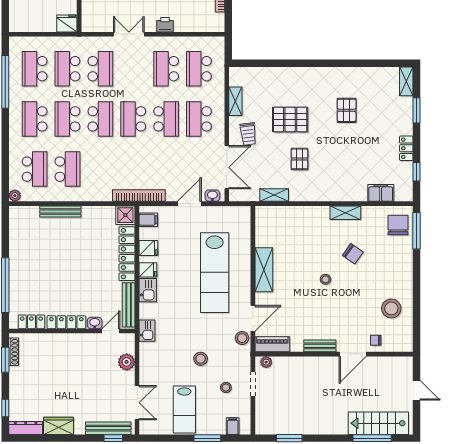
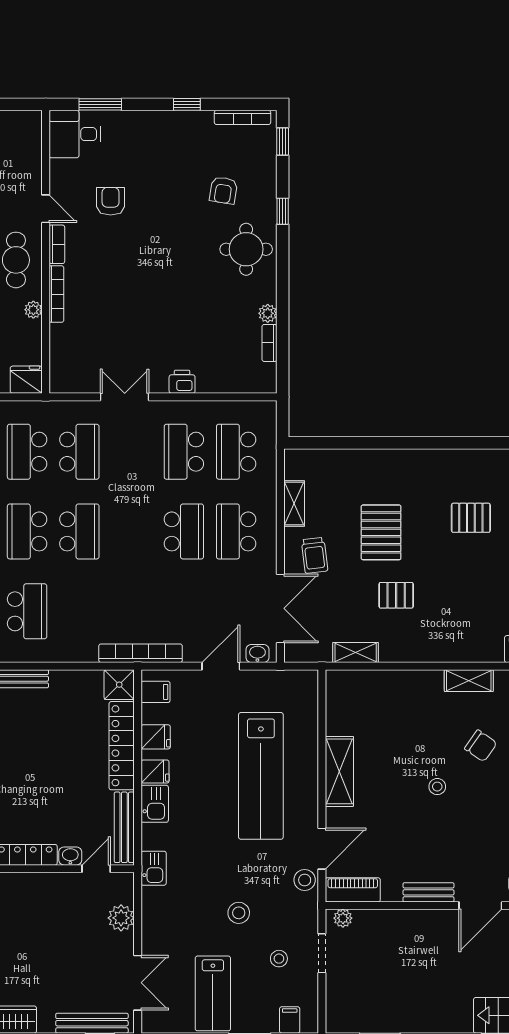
pallet: (347, 110) -> (471, 518), turned 90
school desk: (133, 119) -> (132, 531), removed
pallet: (290, 119) -> (381, 532), turned 90
pallet: (300, 159) -> (396, 595), turned 90

